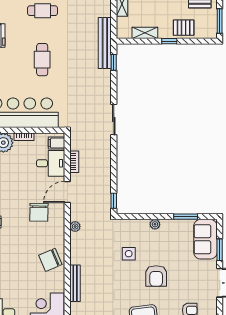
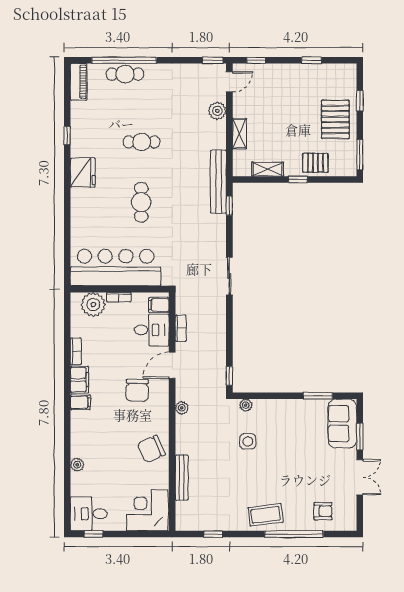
plant: (155, 224) -> (246, 405), moved
armchair: (156, 276) -> (282, 469), removed

